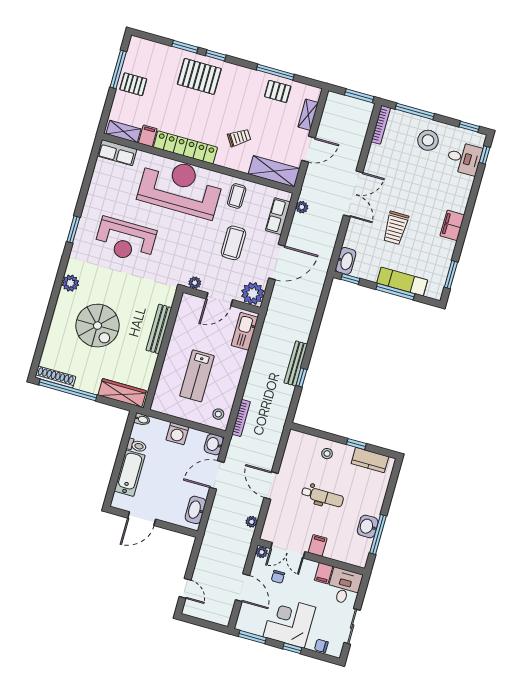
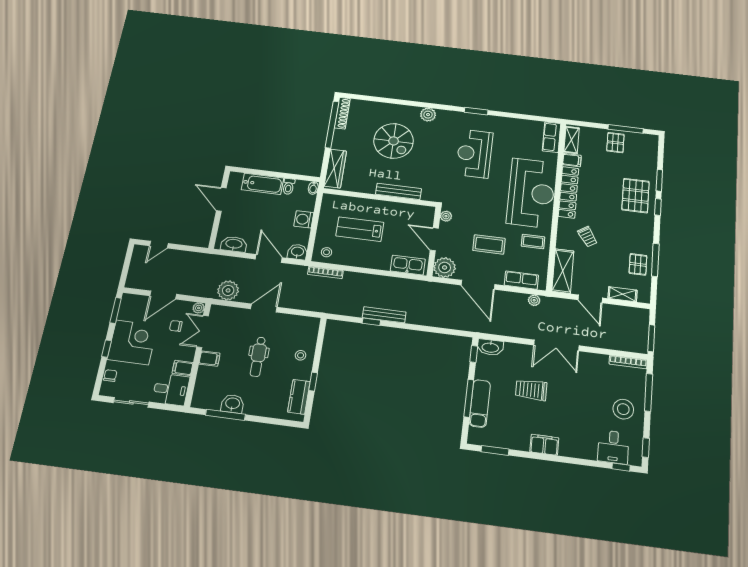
spiral stairs: (97, 326) -> (394, 141), turned -90
plant: (252, 522) -> (228, 290), width x1.87, depth x1.87

